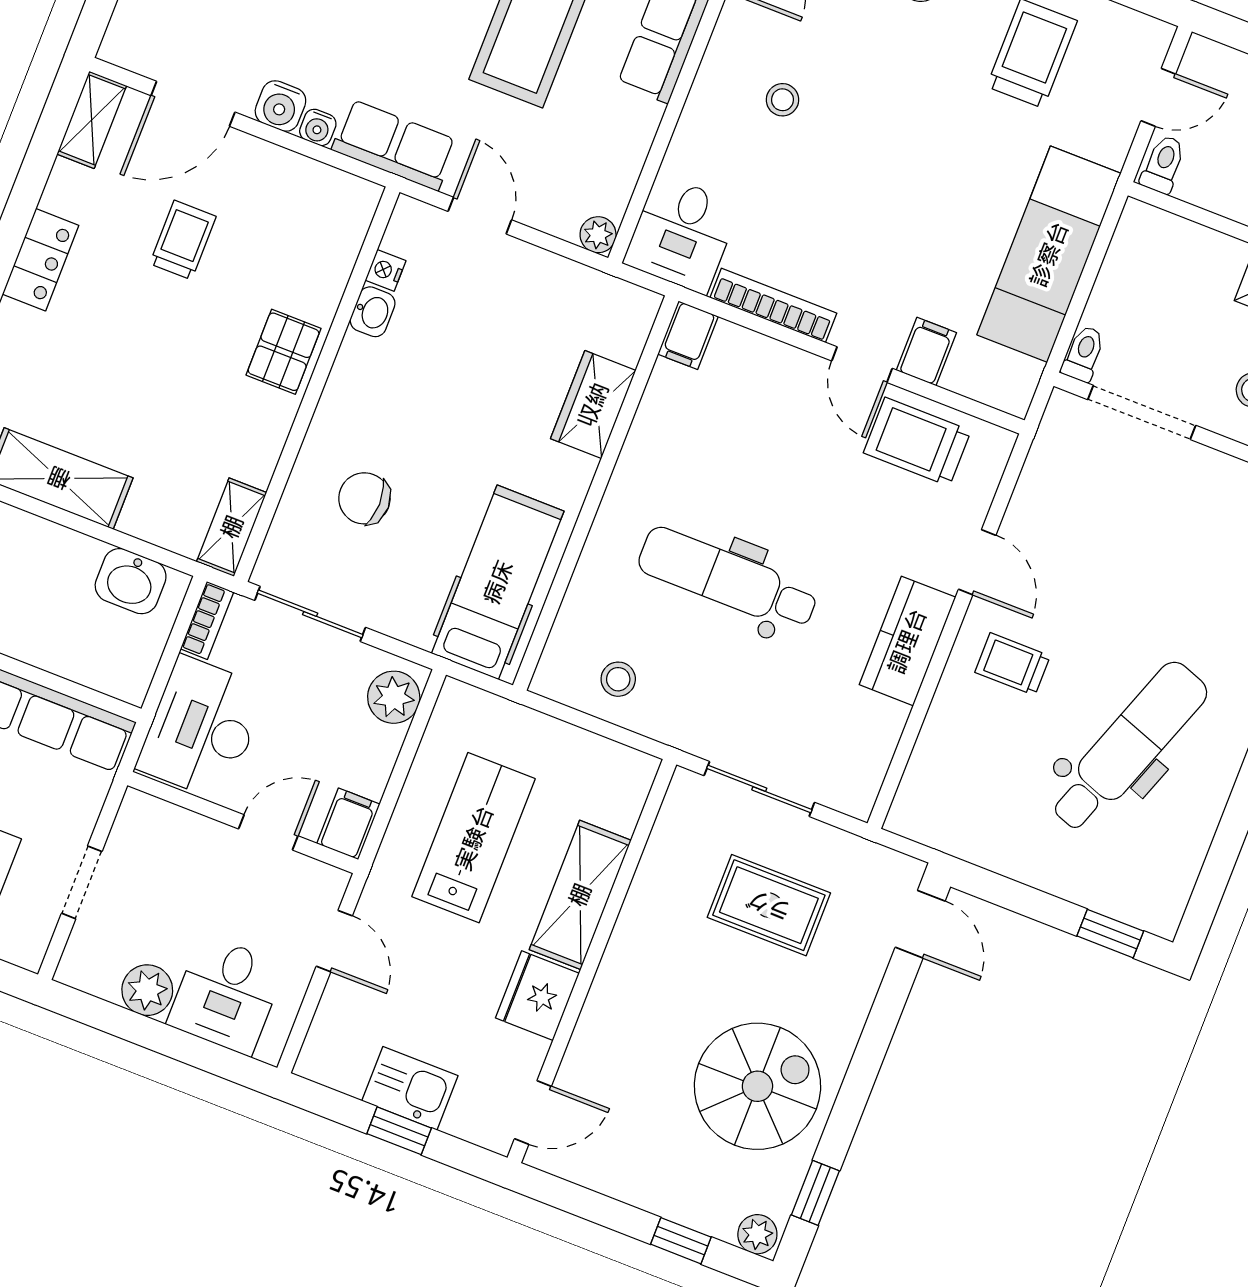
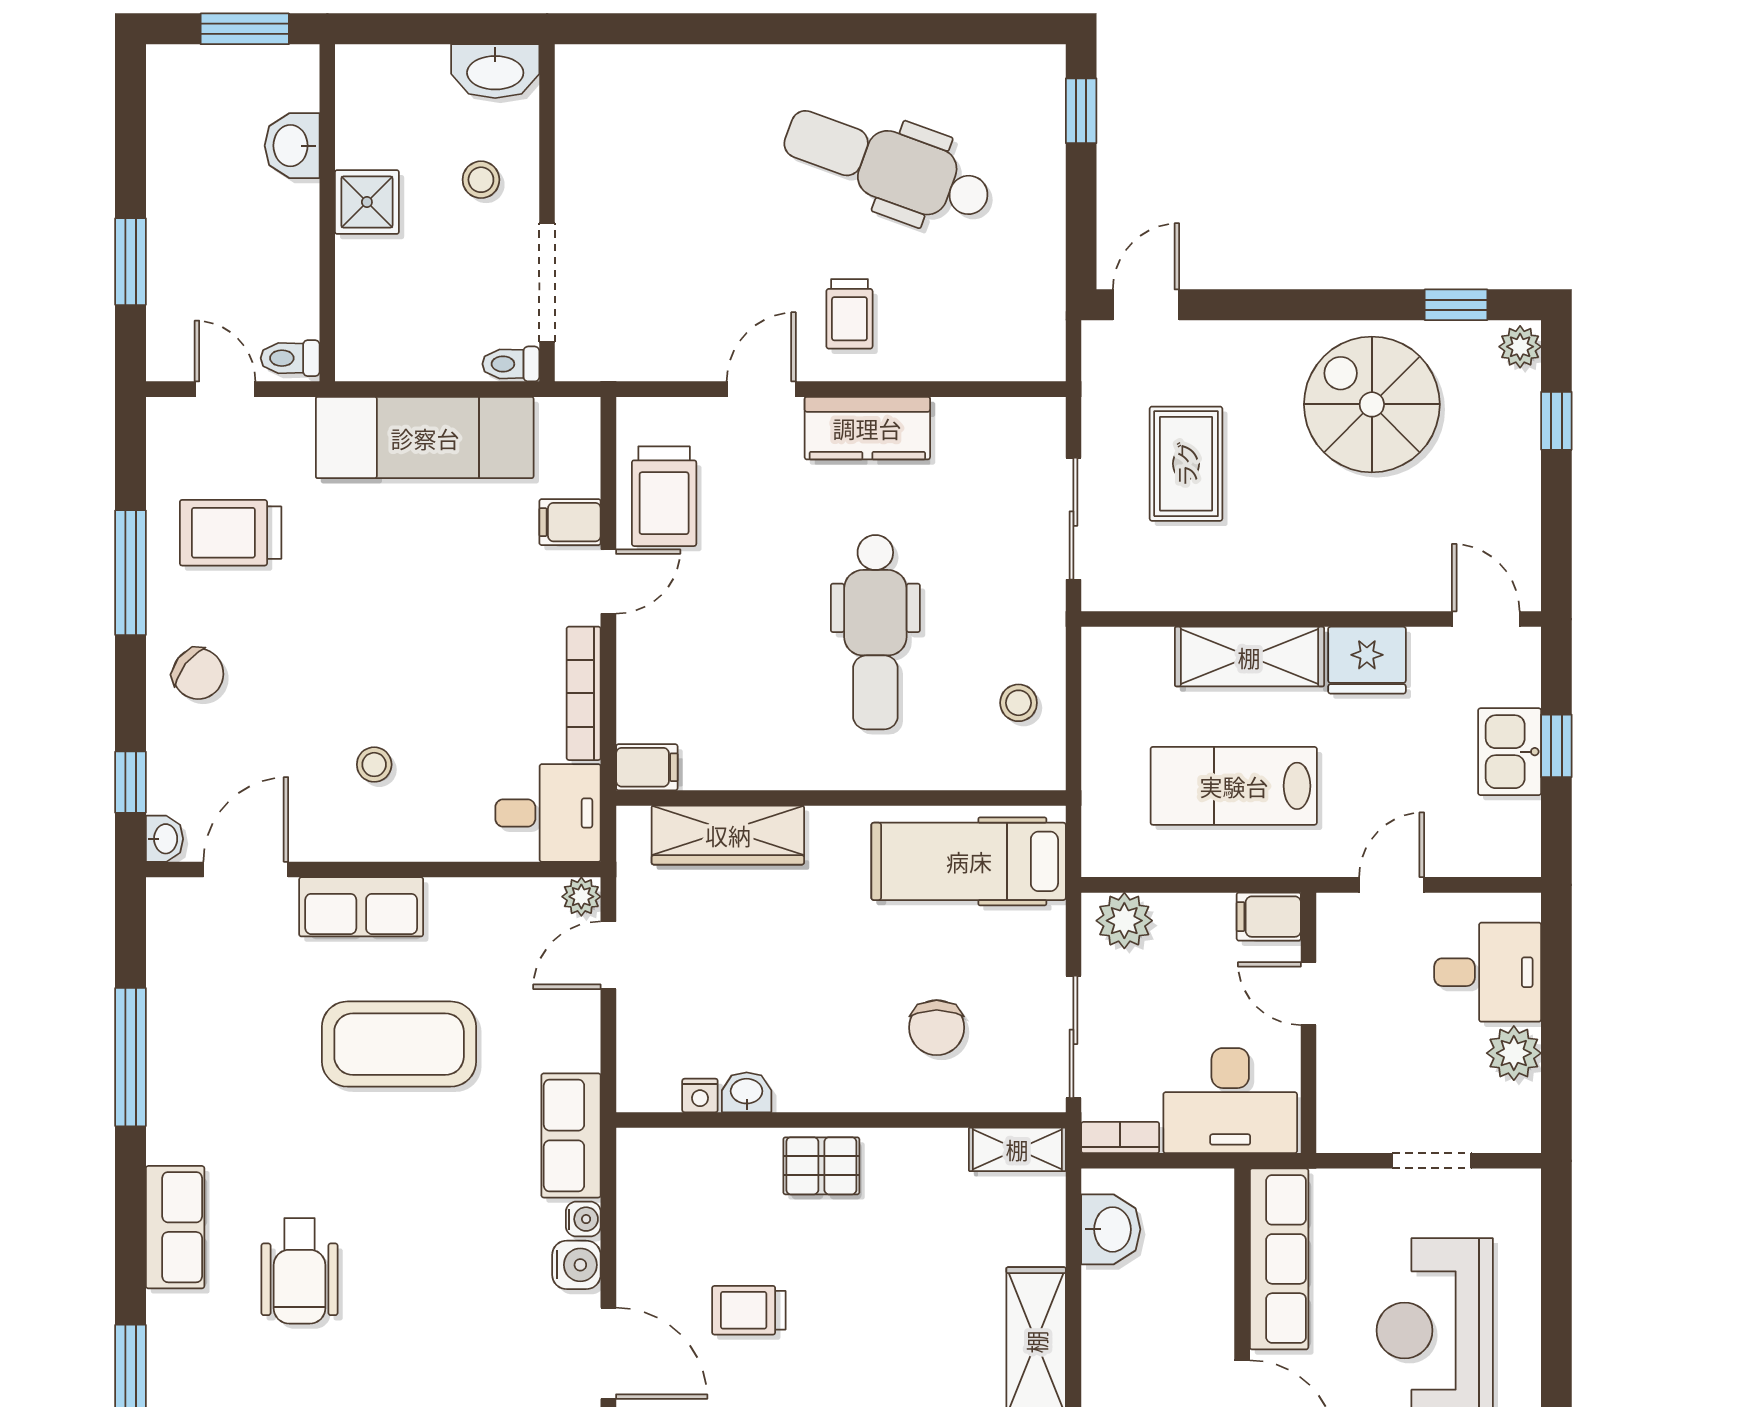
door: (480, 216) -> (608, 955), moved
wardrobe: (593, 405) -> (728, 835), width x1.50

